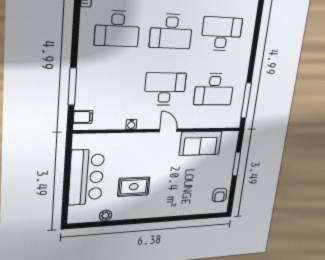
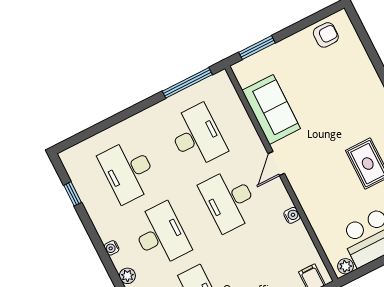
plant: (78, 143) -> (346, 266), added
window: (236, 164) -> (257, 48), moved

